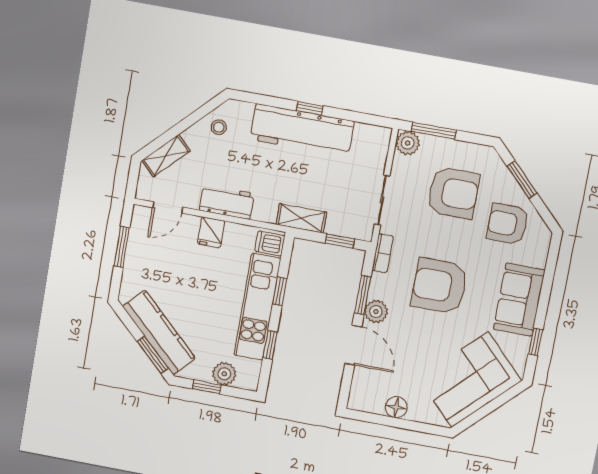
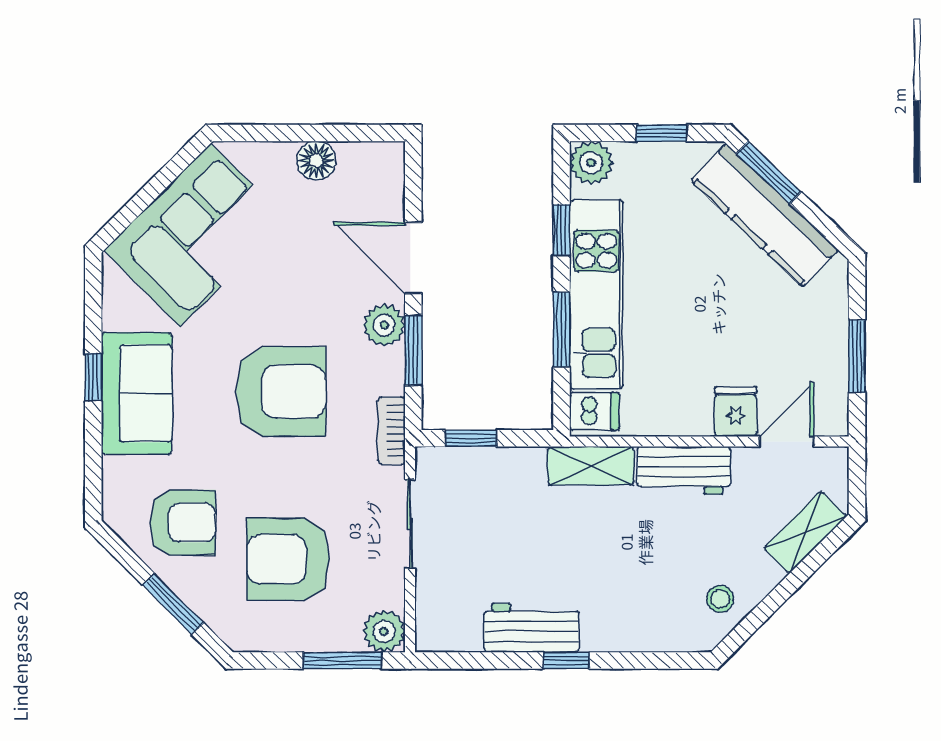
workbench: (302, 130) -> (531, 628), width x0.53, depth x0.76
shelving: (301, 218) -> (591, 466), moved
fridge: (211, 232) -> (736, 412), moved
window: (280, 291) -> (561, 329), width x1.50
window: (535, 342) -> (93, 377), moved
plant: (224, 374) -> (591, 163), moved

